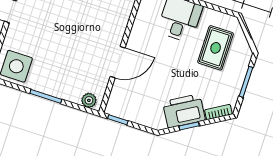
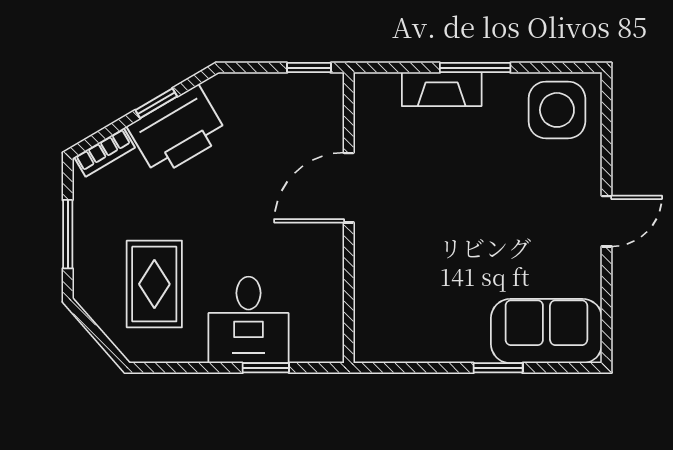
fireplace: (63, 92) -> (442, 89), added
plant: (89, 100) -> (382, 88), removed

